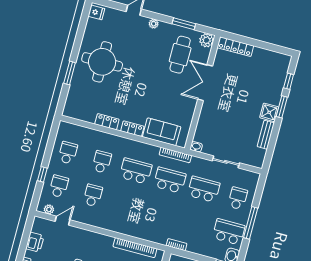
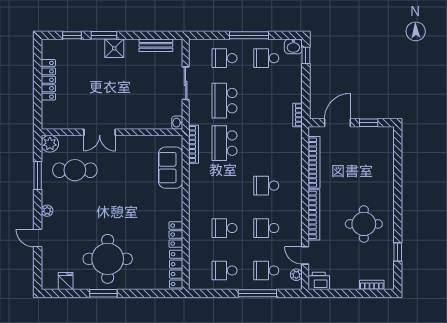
fridge: (96, 12) -> (66, 281), moved
locker: (235, 47) -> (48, 80), moved
window: (70, 73) -> (103, 293), moved
double door: (205, 83) -> (100, 132), width x0.73
locker: (132, 129) -> (176, 269), moved, width x1.53
bench: (266, 135) -> (156, 45), moved
school desk: (136, 171) -> (266, 186), moved, width x0.54
window: (42, 174) -> (257, 293), width x2.17
school desk: (229, 232) -> (266, 58), width x0.54
bookcase: (93, 236) -> (314, 215), added
printer: (35, 242) -> (319, 281), moved

